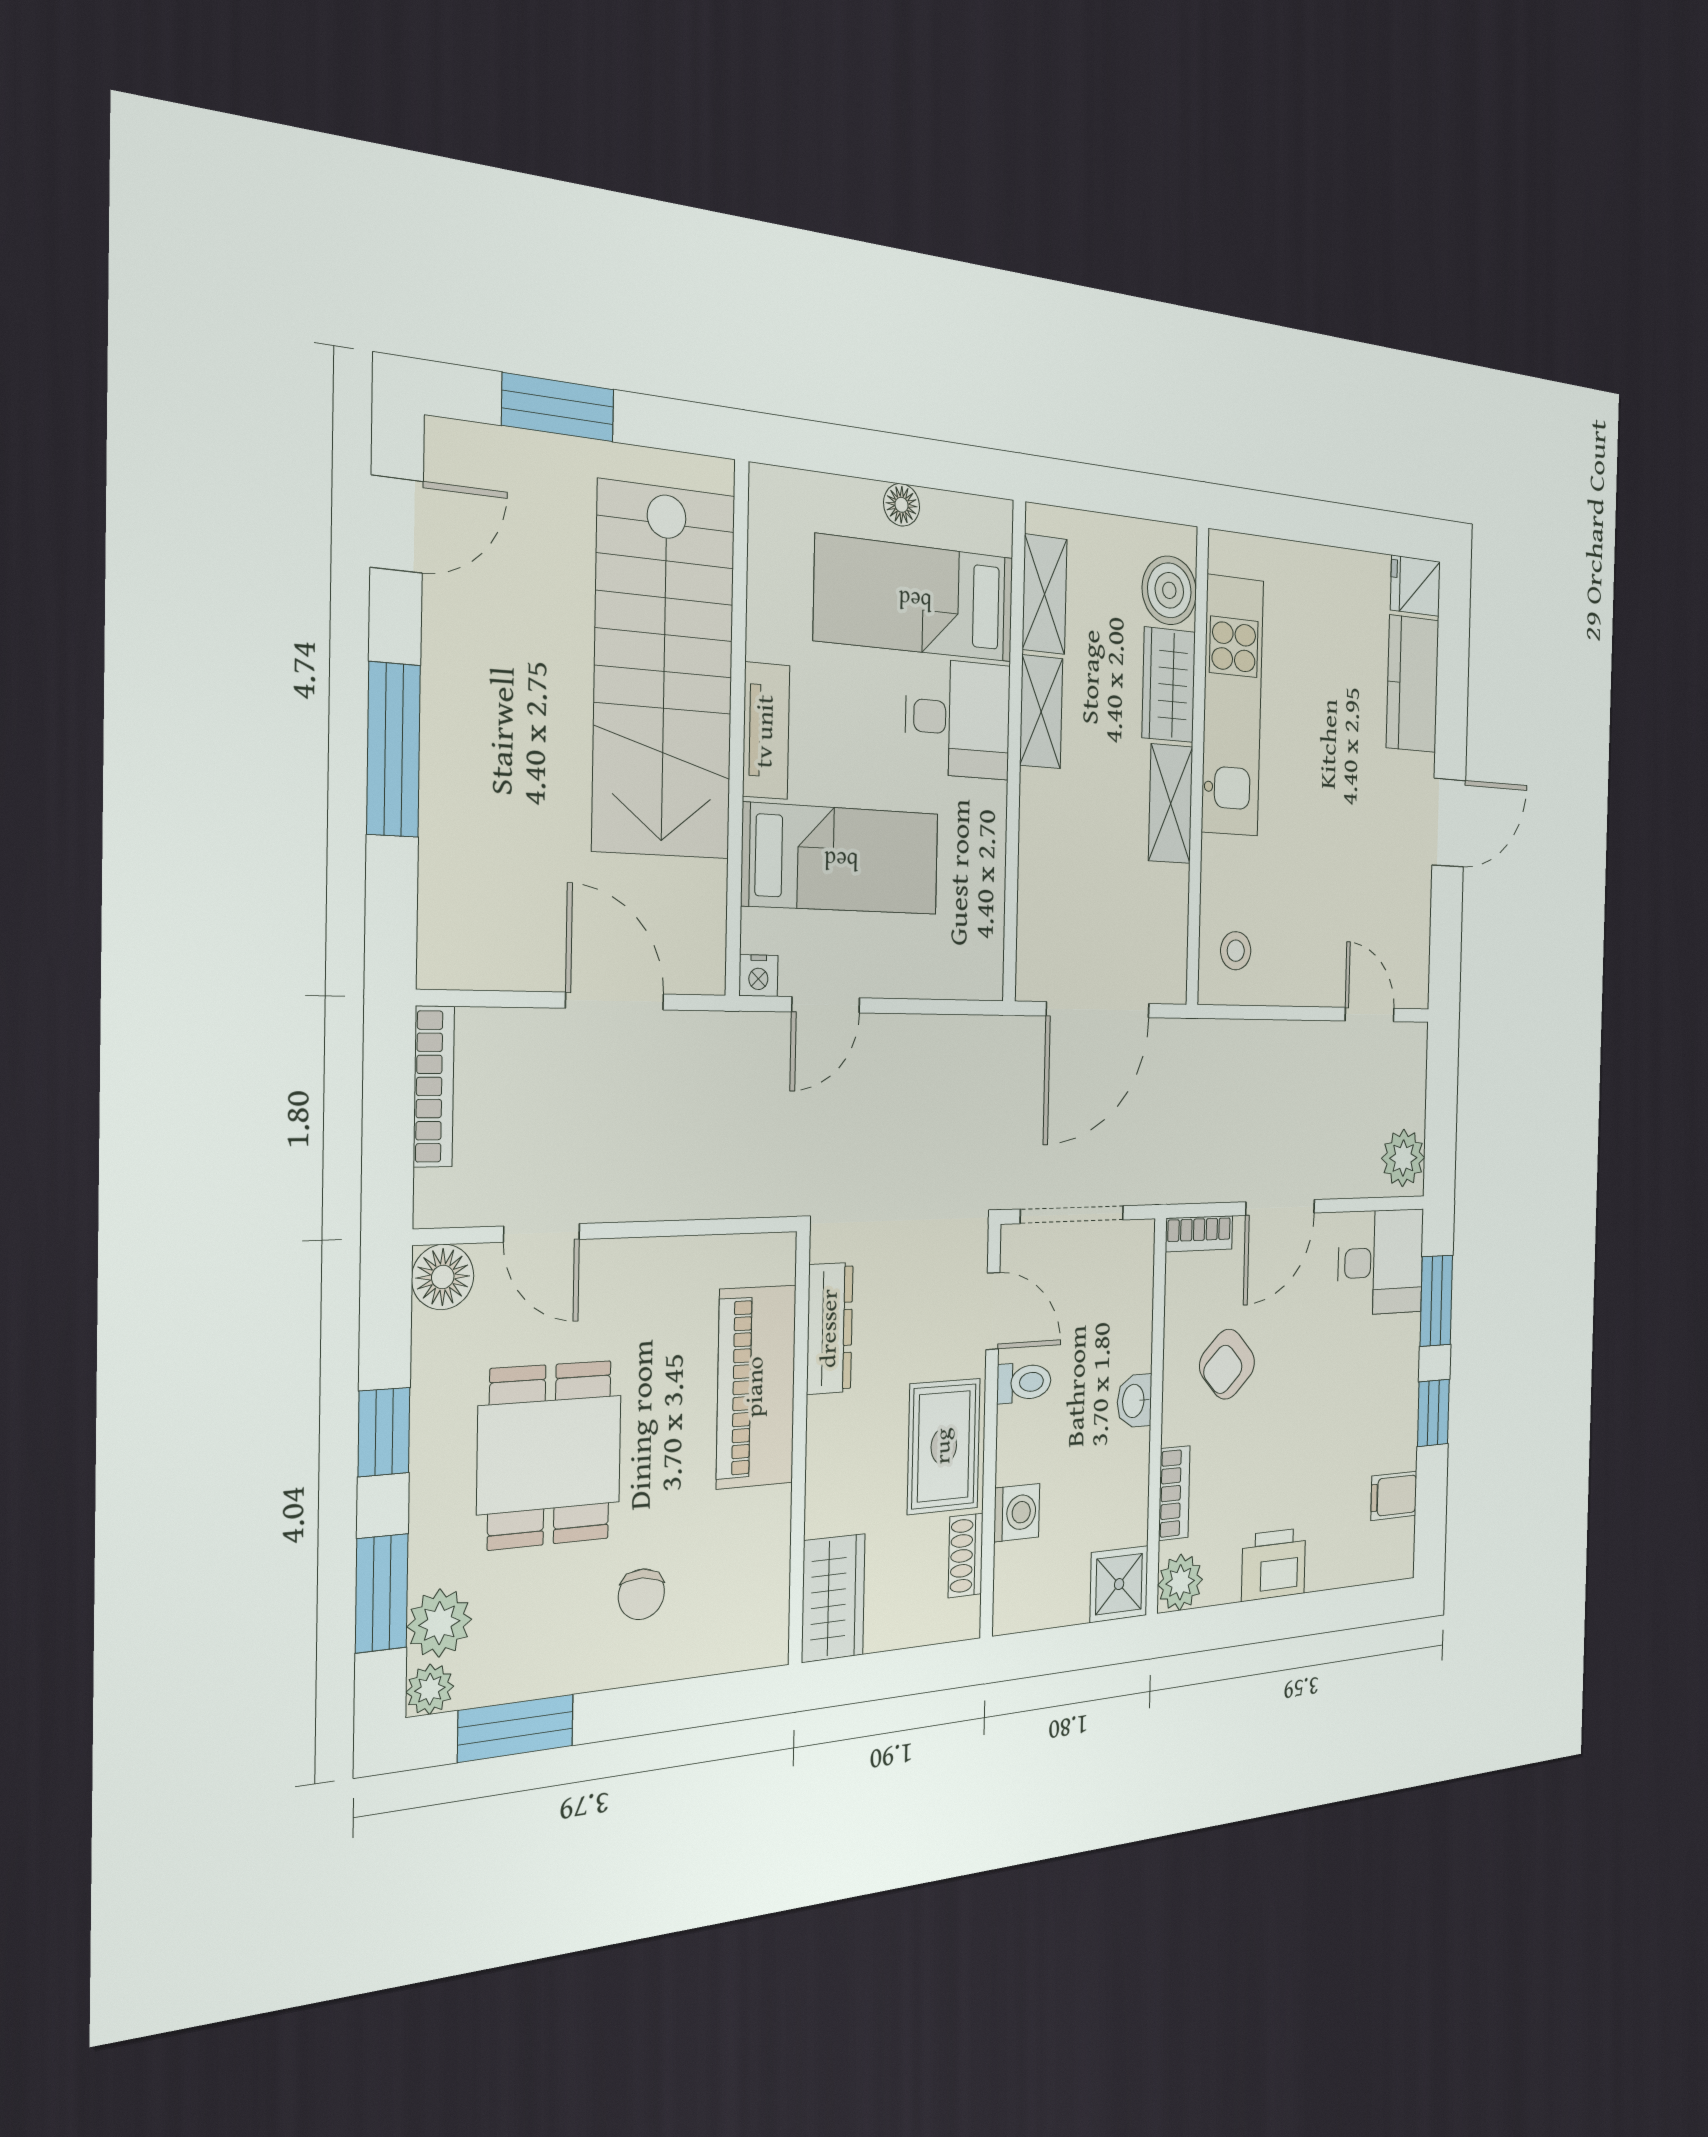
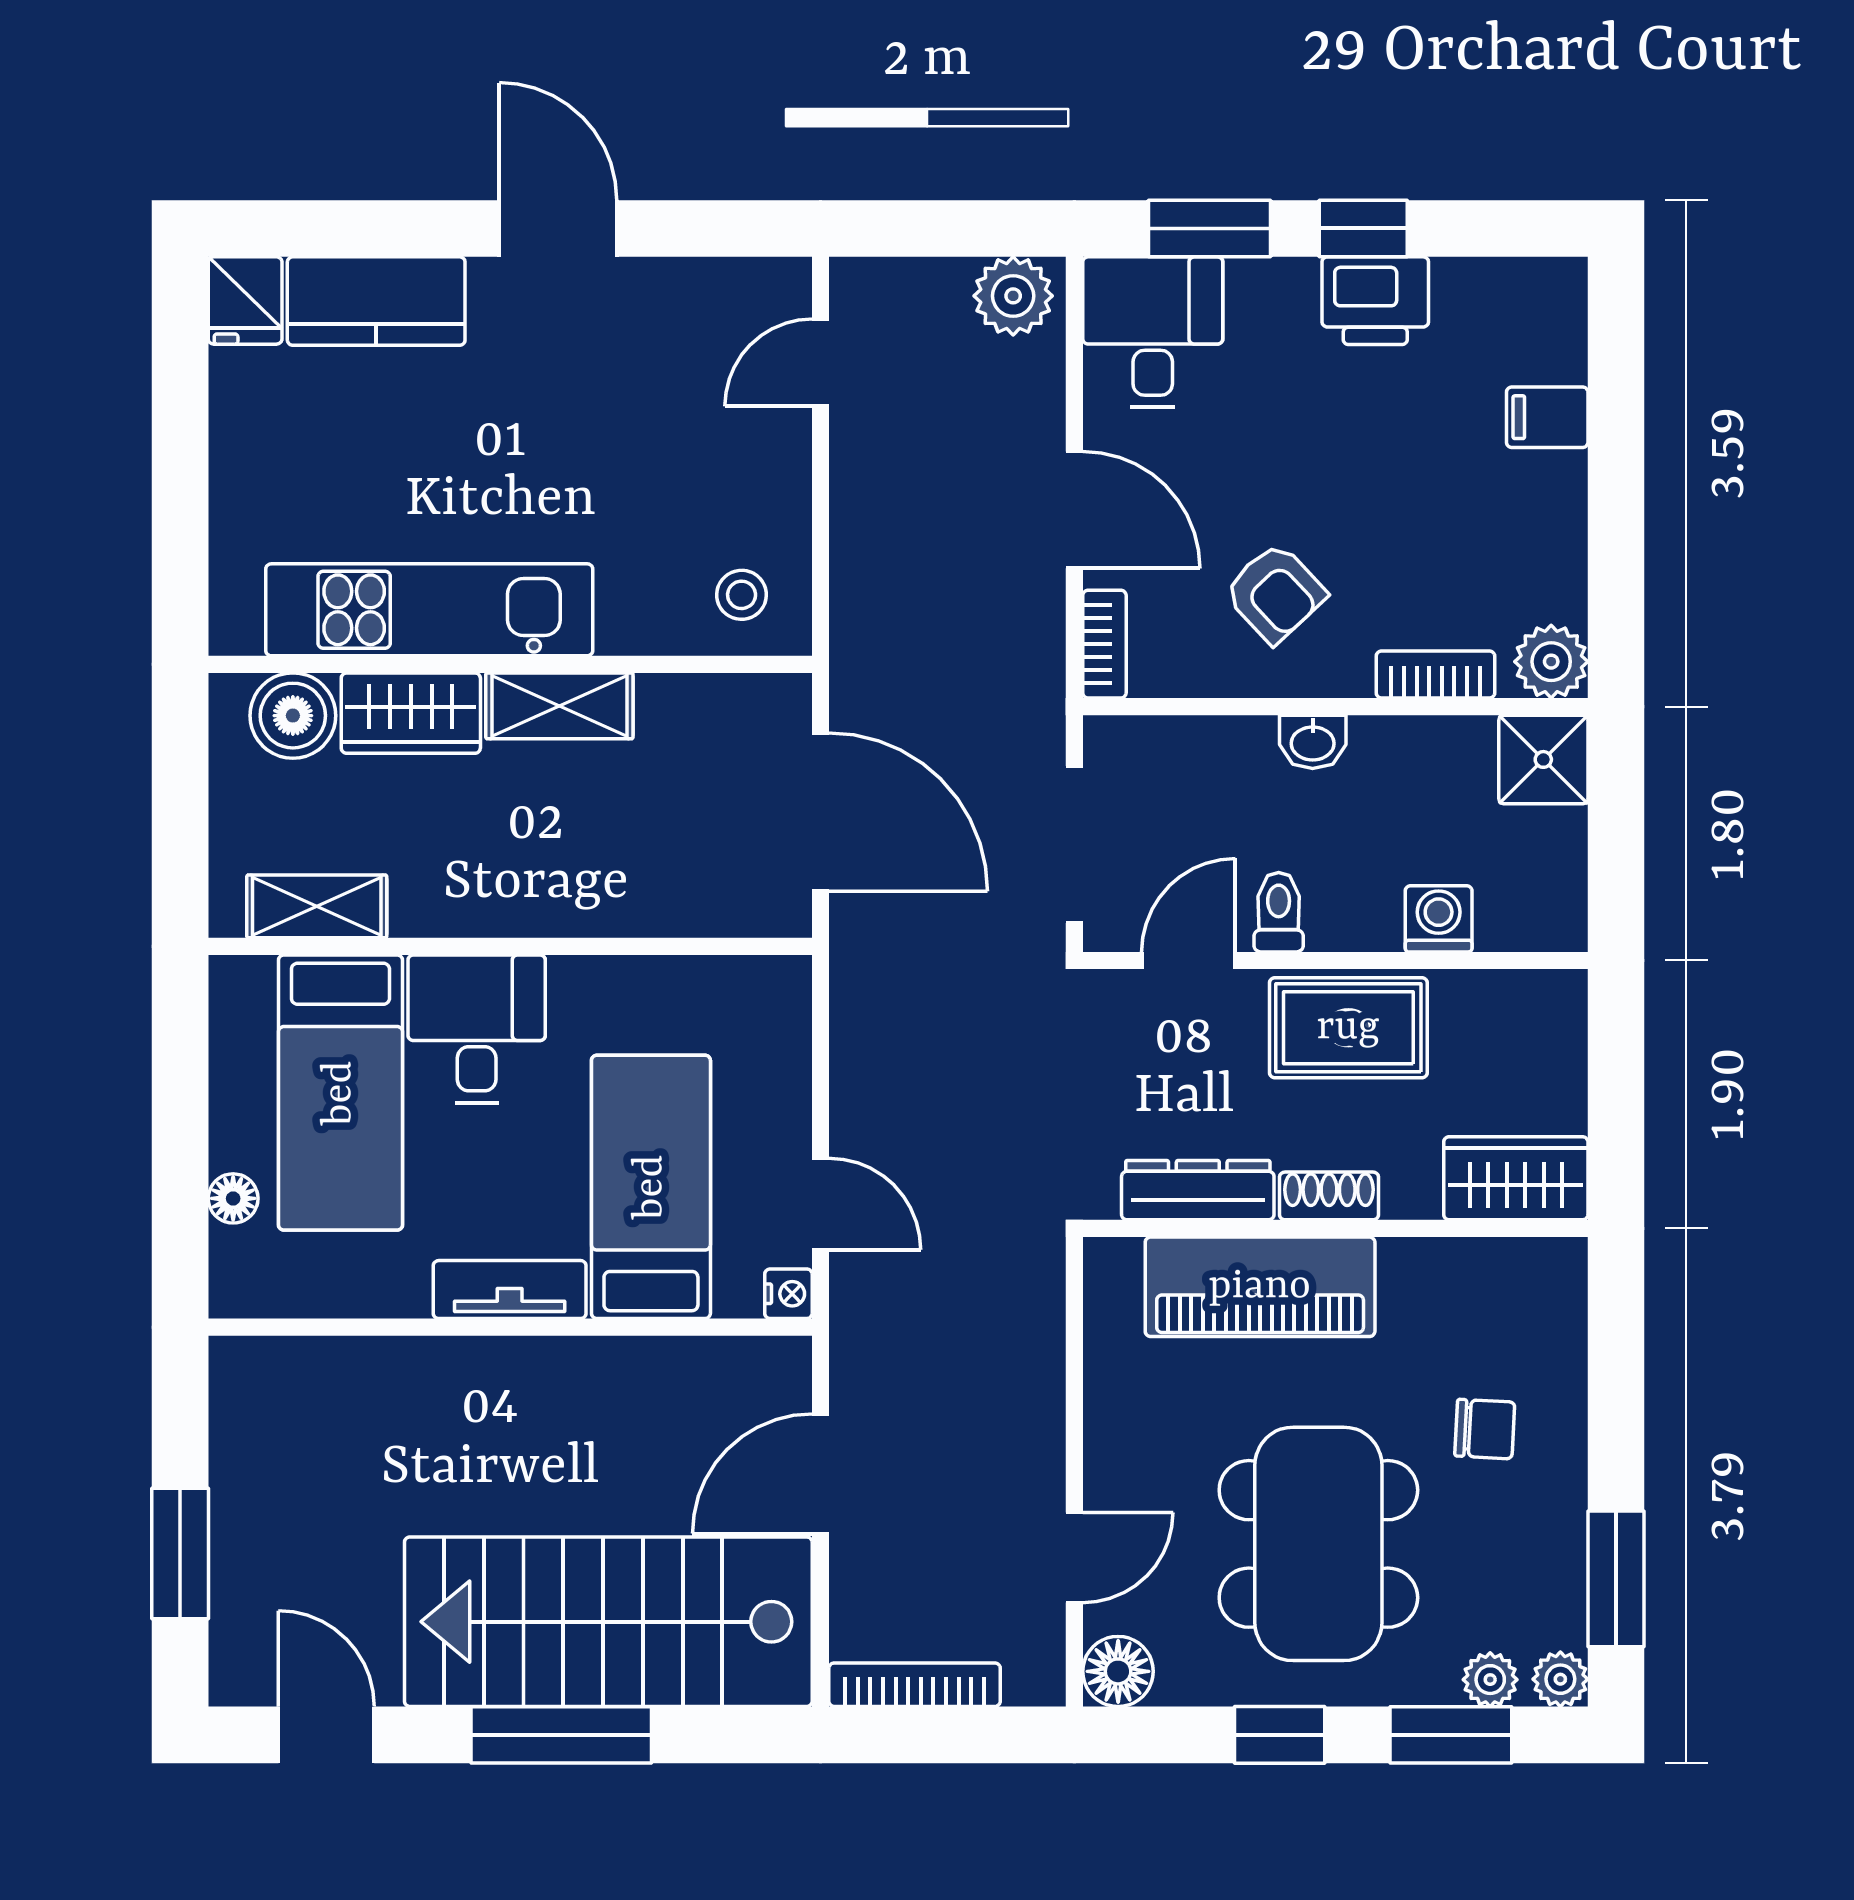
floor lamp: (902, 505) -> (233, 1198), moved
stairs: (664, 672) -> (608, 1622), moved, turned 180
shelving: (1041, 712) -> (459, 908), removed
dining table: (550, 1455) -> (1318, 1544), width x1.38
filing cabinet: (1394, 1496) -> (1547, 417), moved, turned 90
shoe rack: (966, 1555) -> (1329, 1196), moved, turned 180
printer: (1274, 1564) -> (1375, 301), moved, turned -90
plant: (439, 1623) -> (1490, 1680), width x0.73, depth x0.73

